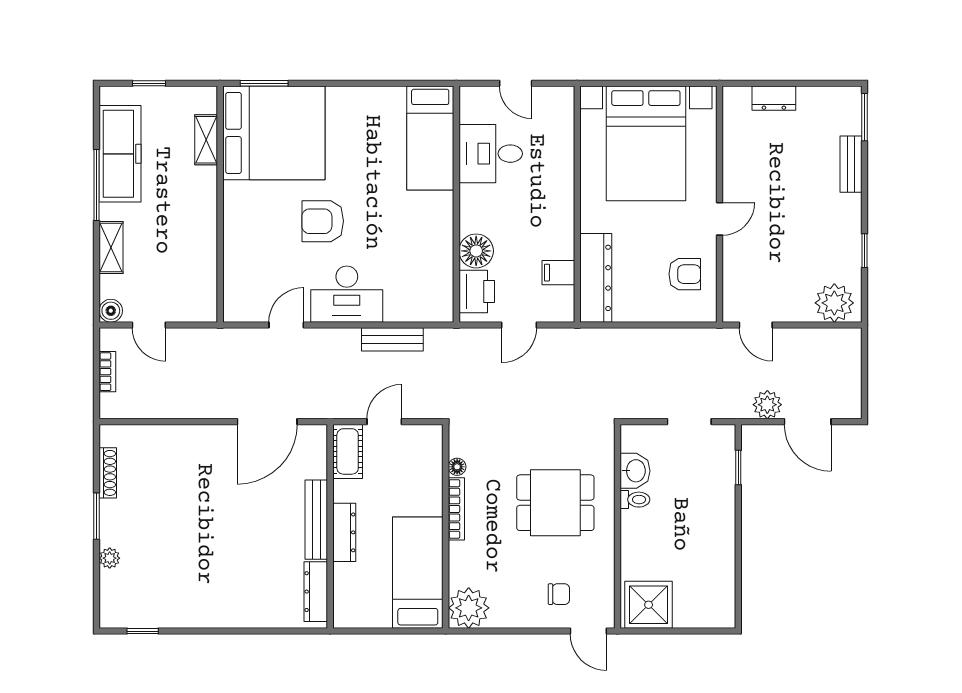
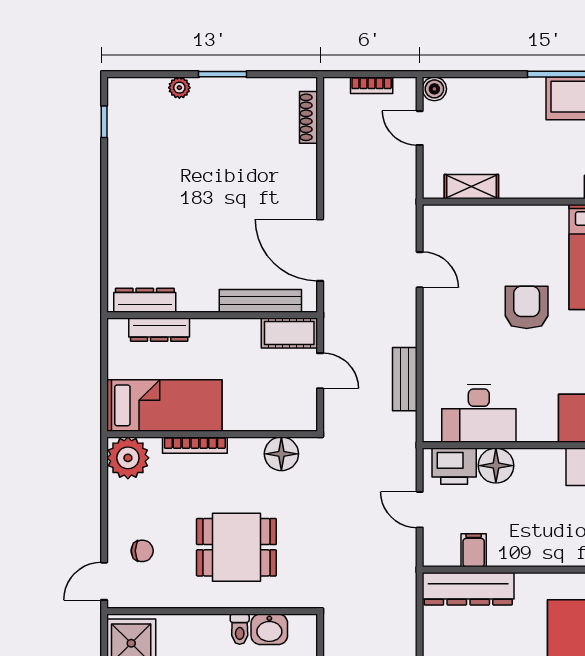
shelving: (111, 248) -> (471, 187), moved
desk: (347, 294) -> (479, 413), moved, turned -90
door: (149, 325) -> (420, 128), hinge flipped
floor lamp: (457, 467) -> (281, 454), width x1.89, depth x1.89
shoe rack: (108, 473) -> (308, 117), moved, turned 90
dining table: (555, 503) -> (236, 547), turned 90
bookcase: (456, 509) -> (195, 445), moved
bench: (316, 520) -> (260, 301), moved
dresser: (344, 532) -> (159, 330), moved
chair: (559, 594) -> (142, 551), turned -90

